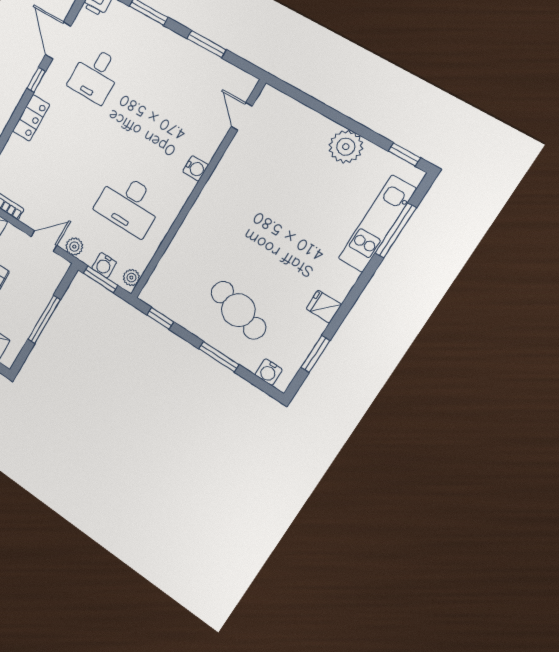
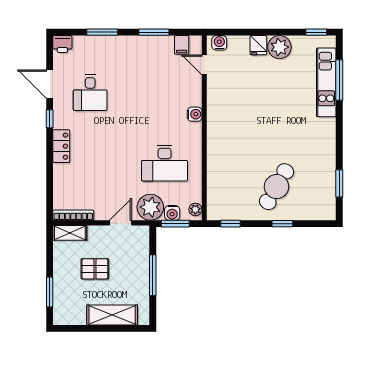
filing cabinet: (230, 77) -> (182, 45), added
plant: (74, 247) -> (150, 207), width x1.88, depth x1.88
fridge: (324, 307) -> (258, 45), moved, turned -90
cafe table: (238, 310) -> (276, 187), turned -76
window: (219, 357) -> (282, 224), width x0.67
water cooler: (269, 372) -> (219, 43), moved, turned 180

